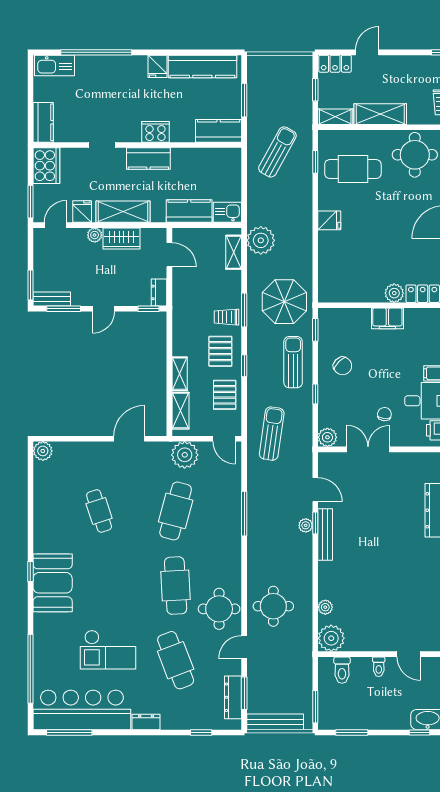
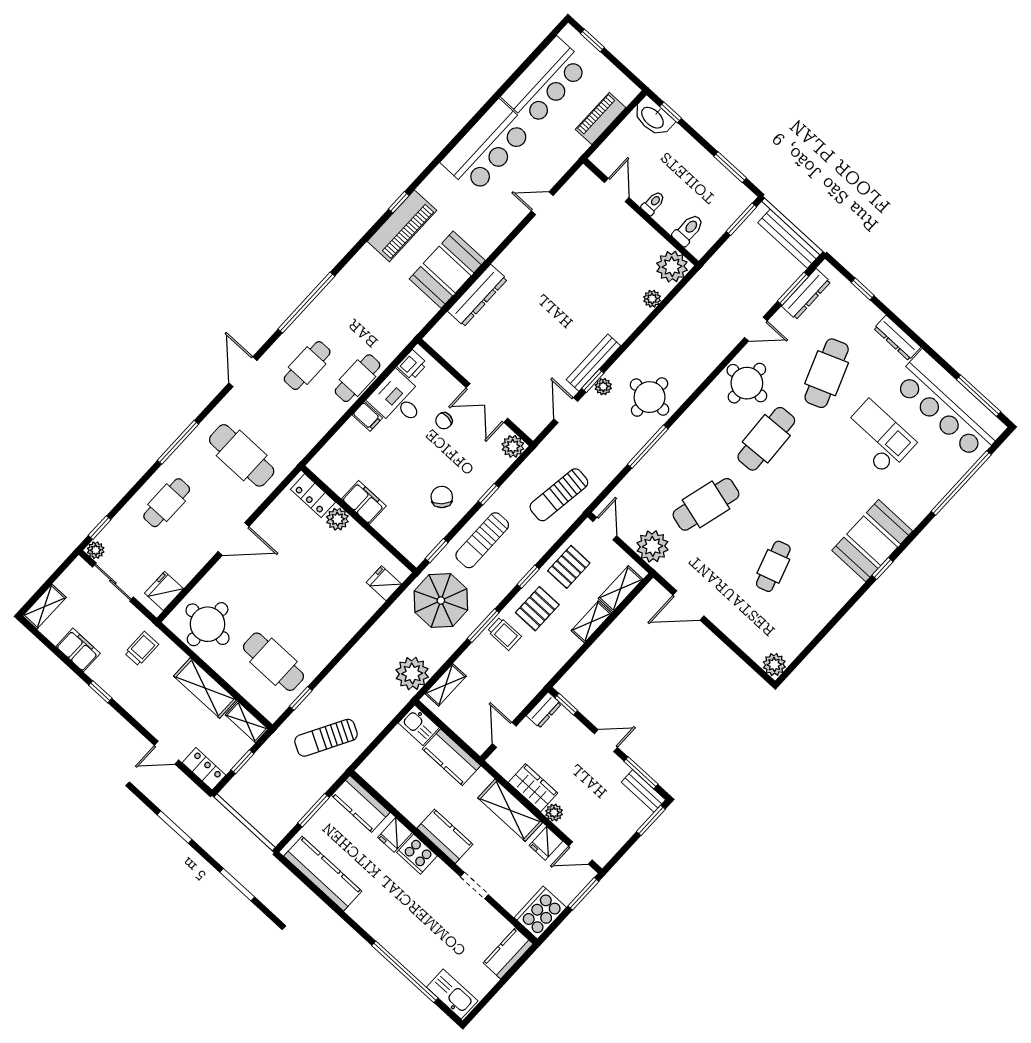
fridge: (158, 66) -> (395, 835), moved, turned 180
fridge: (329, 220) -> (384, 583), moved
round table: (273, 606) -> (650, 397), moved
dresser: (146, 722) -> (897, 338), width x1.44

